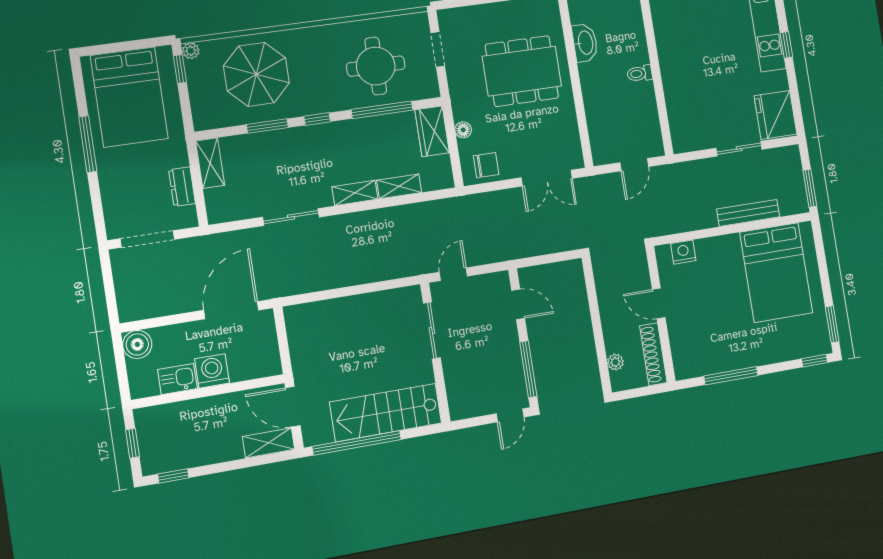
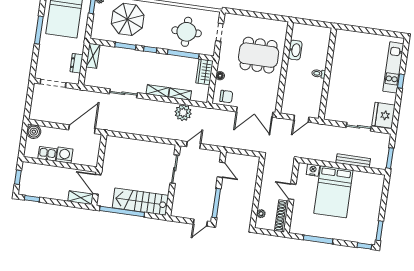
double door: (547, 178) -> (255, 112), width x1.37
plant: (415, 219) -> (183, 113), added
bed: (776, 273) -> (333, 192), moved

